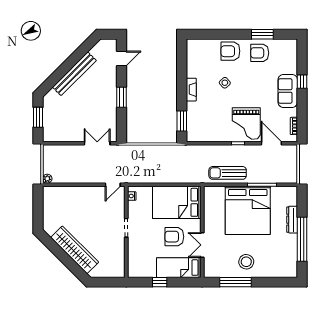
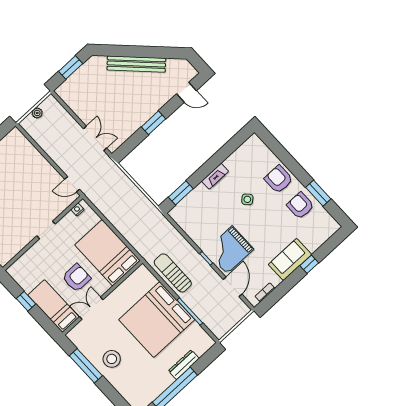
plant: (47, 179) -> (37, 113), moved
armchair: (174, 237) -> (76, 278), turned 90

